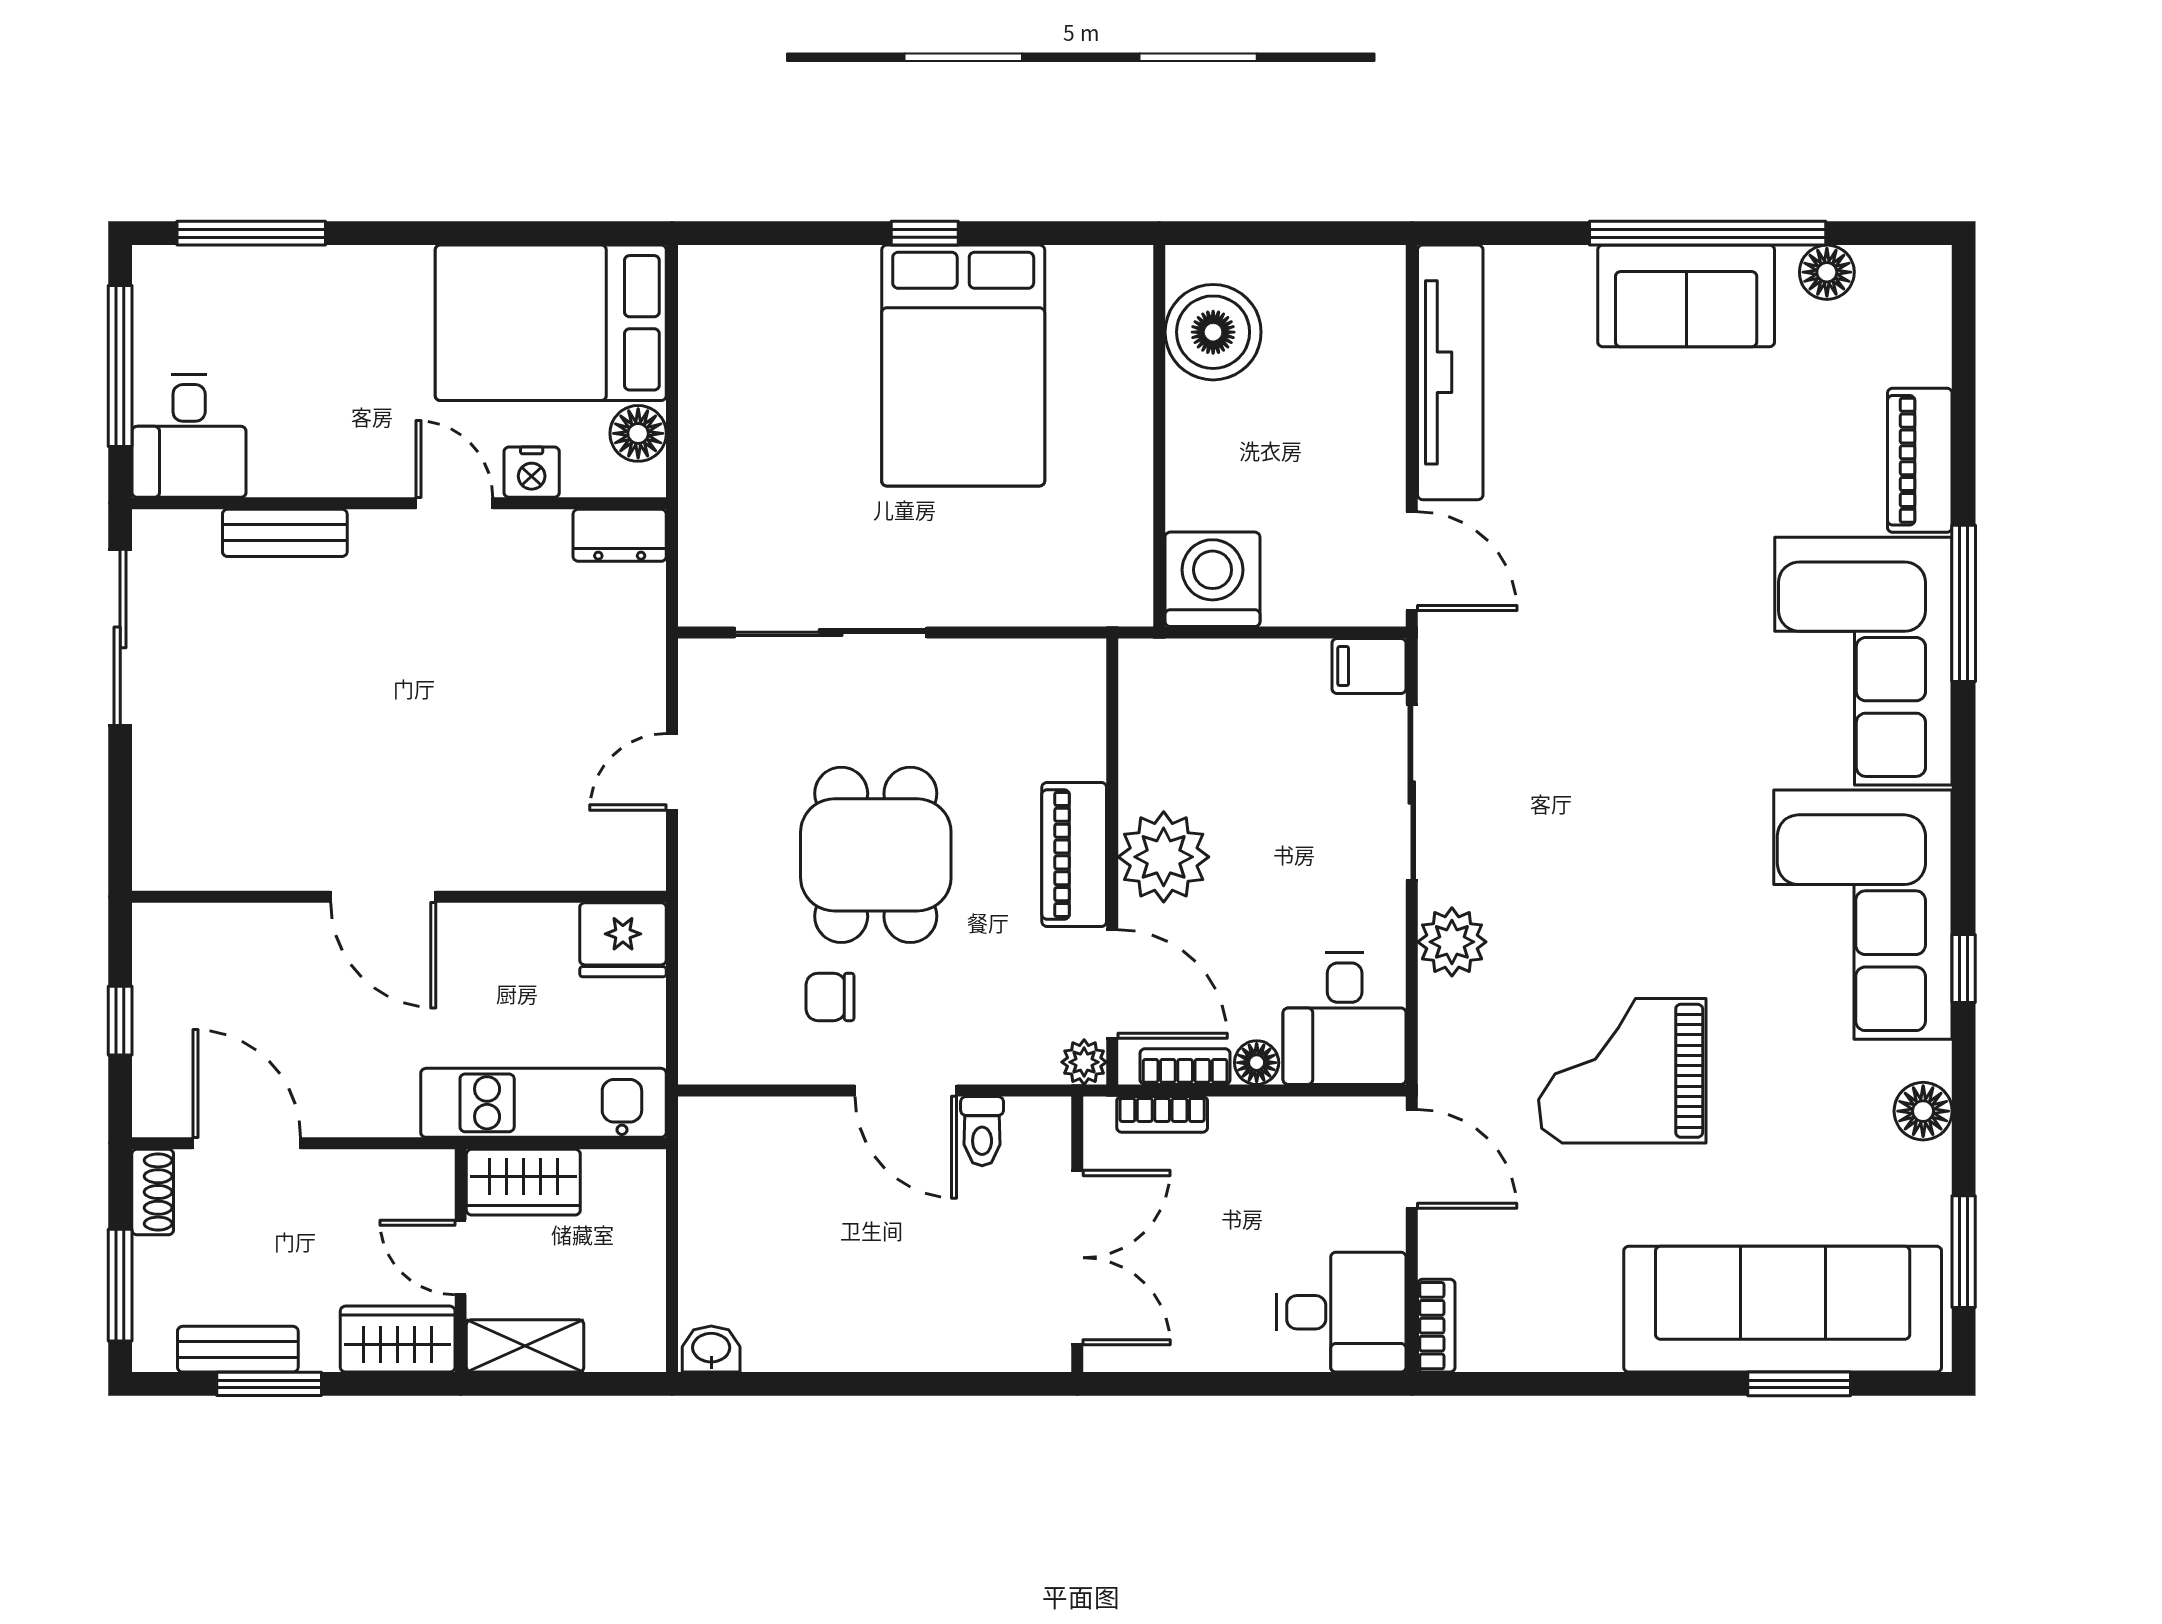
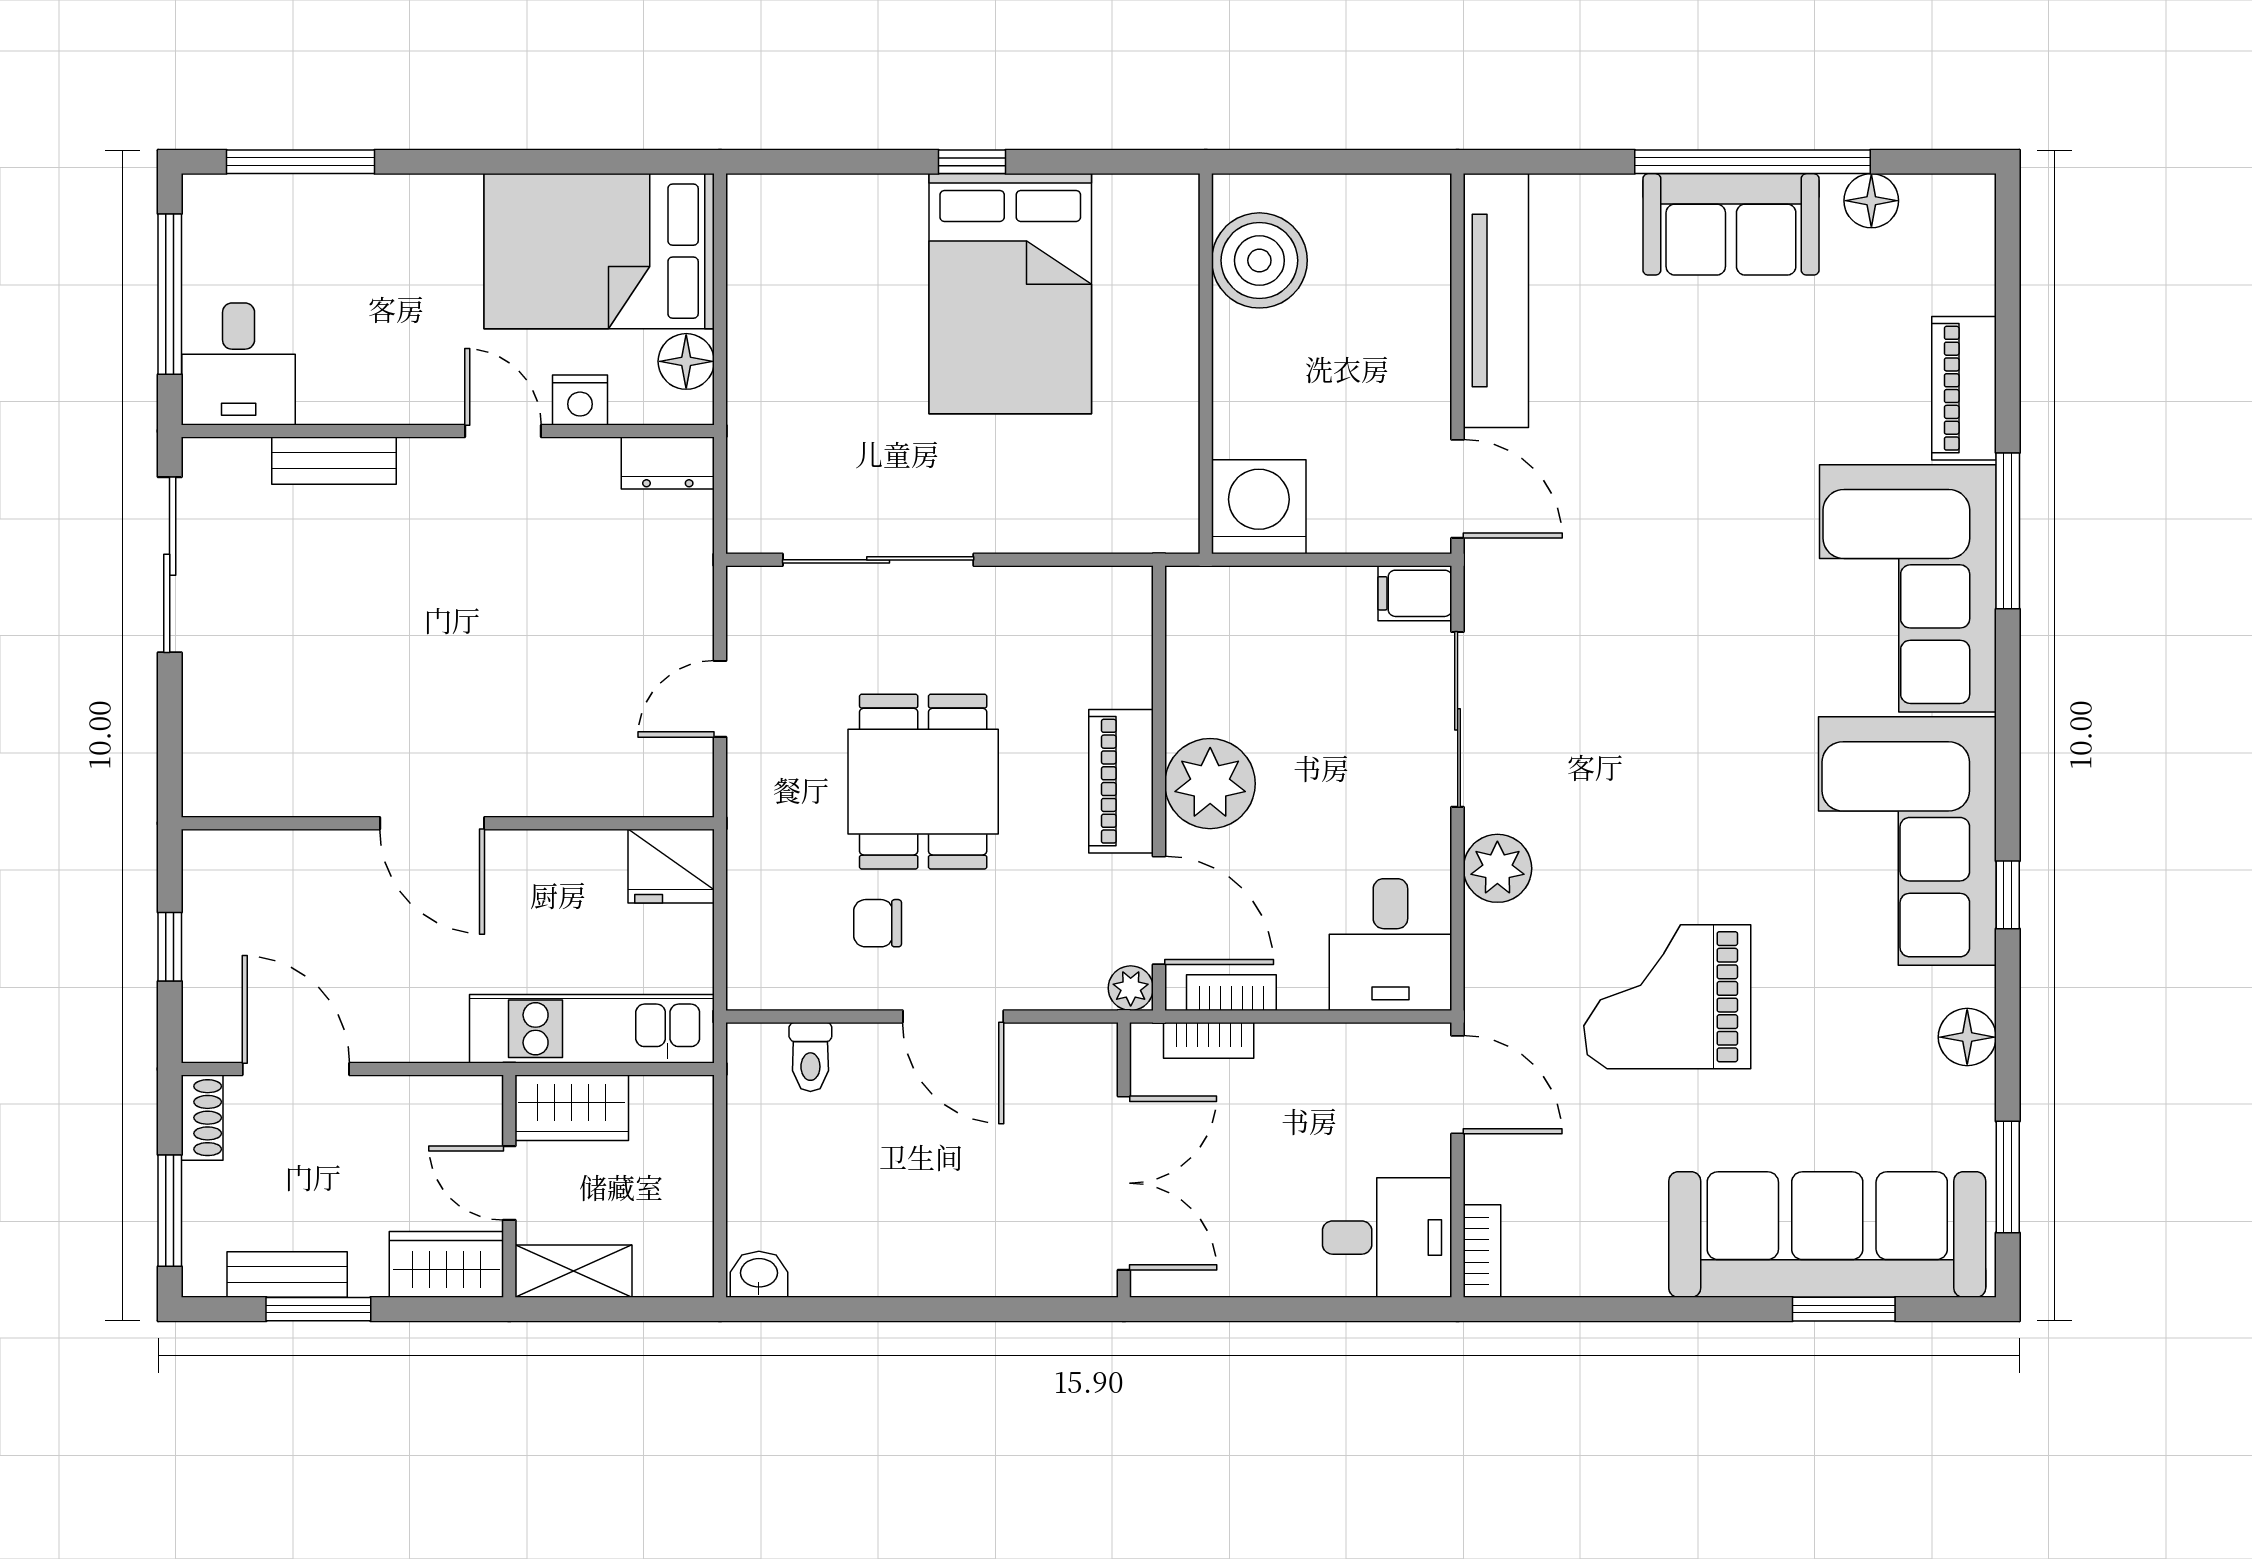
floor lamp: (1257, 1063) -> (1303, 989), removed
toilet: (982, 1131) -> (810, 1057), moved

